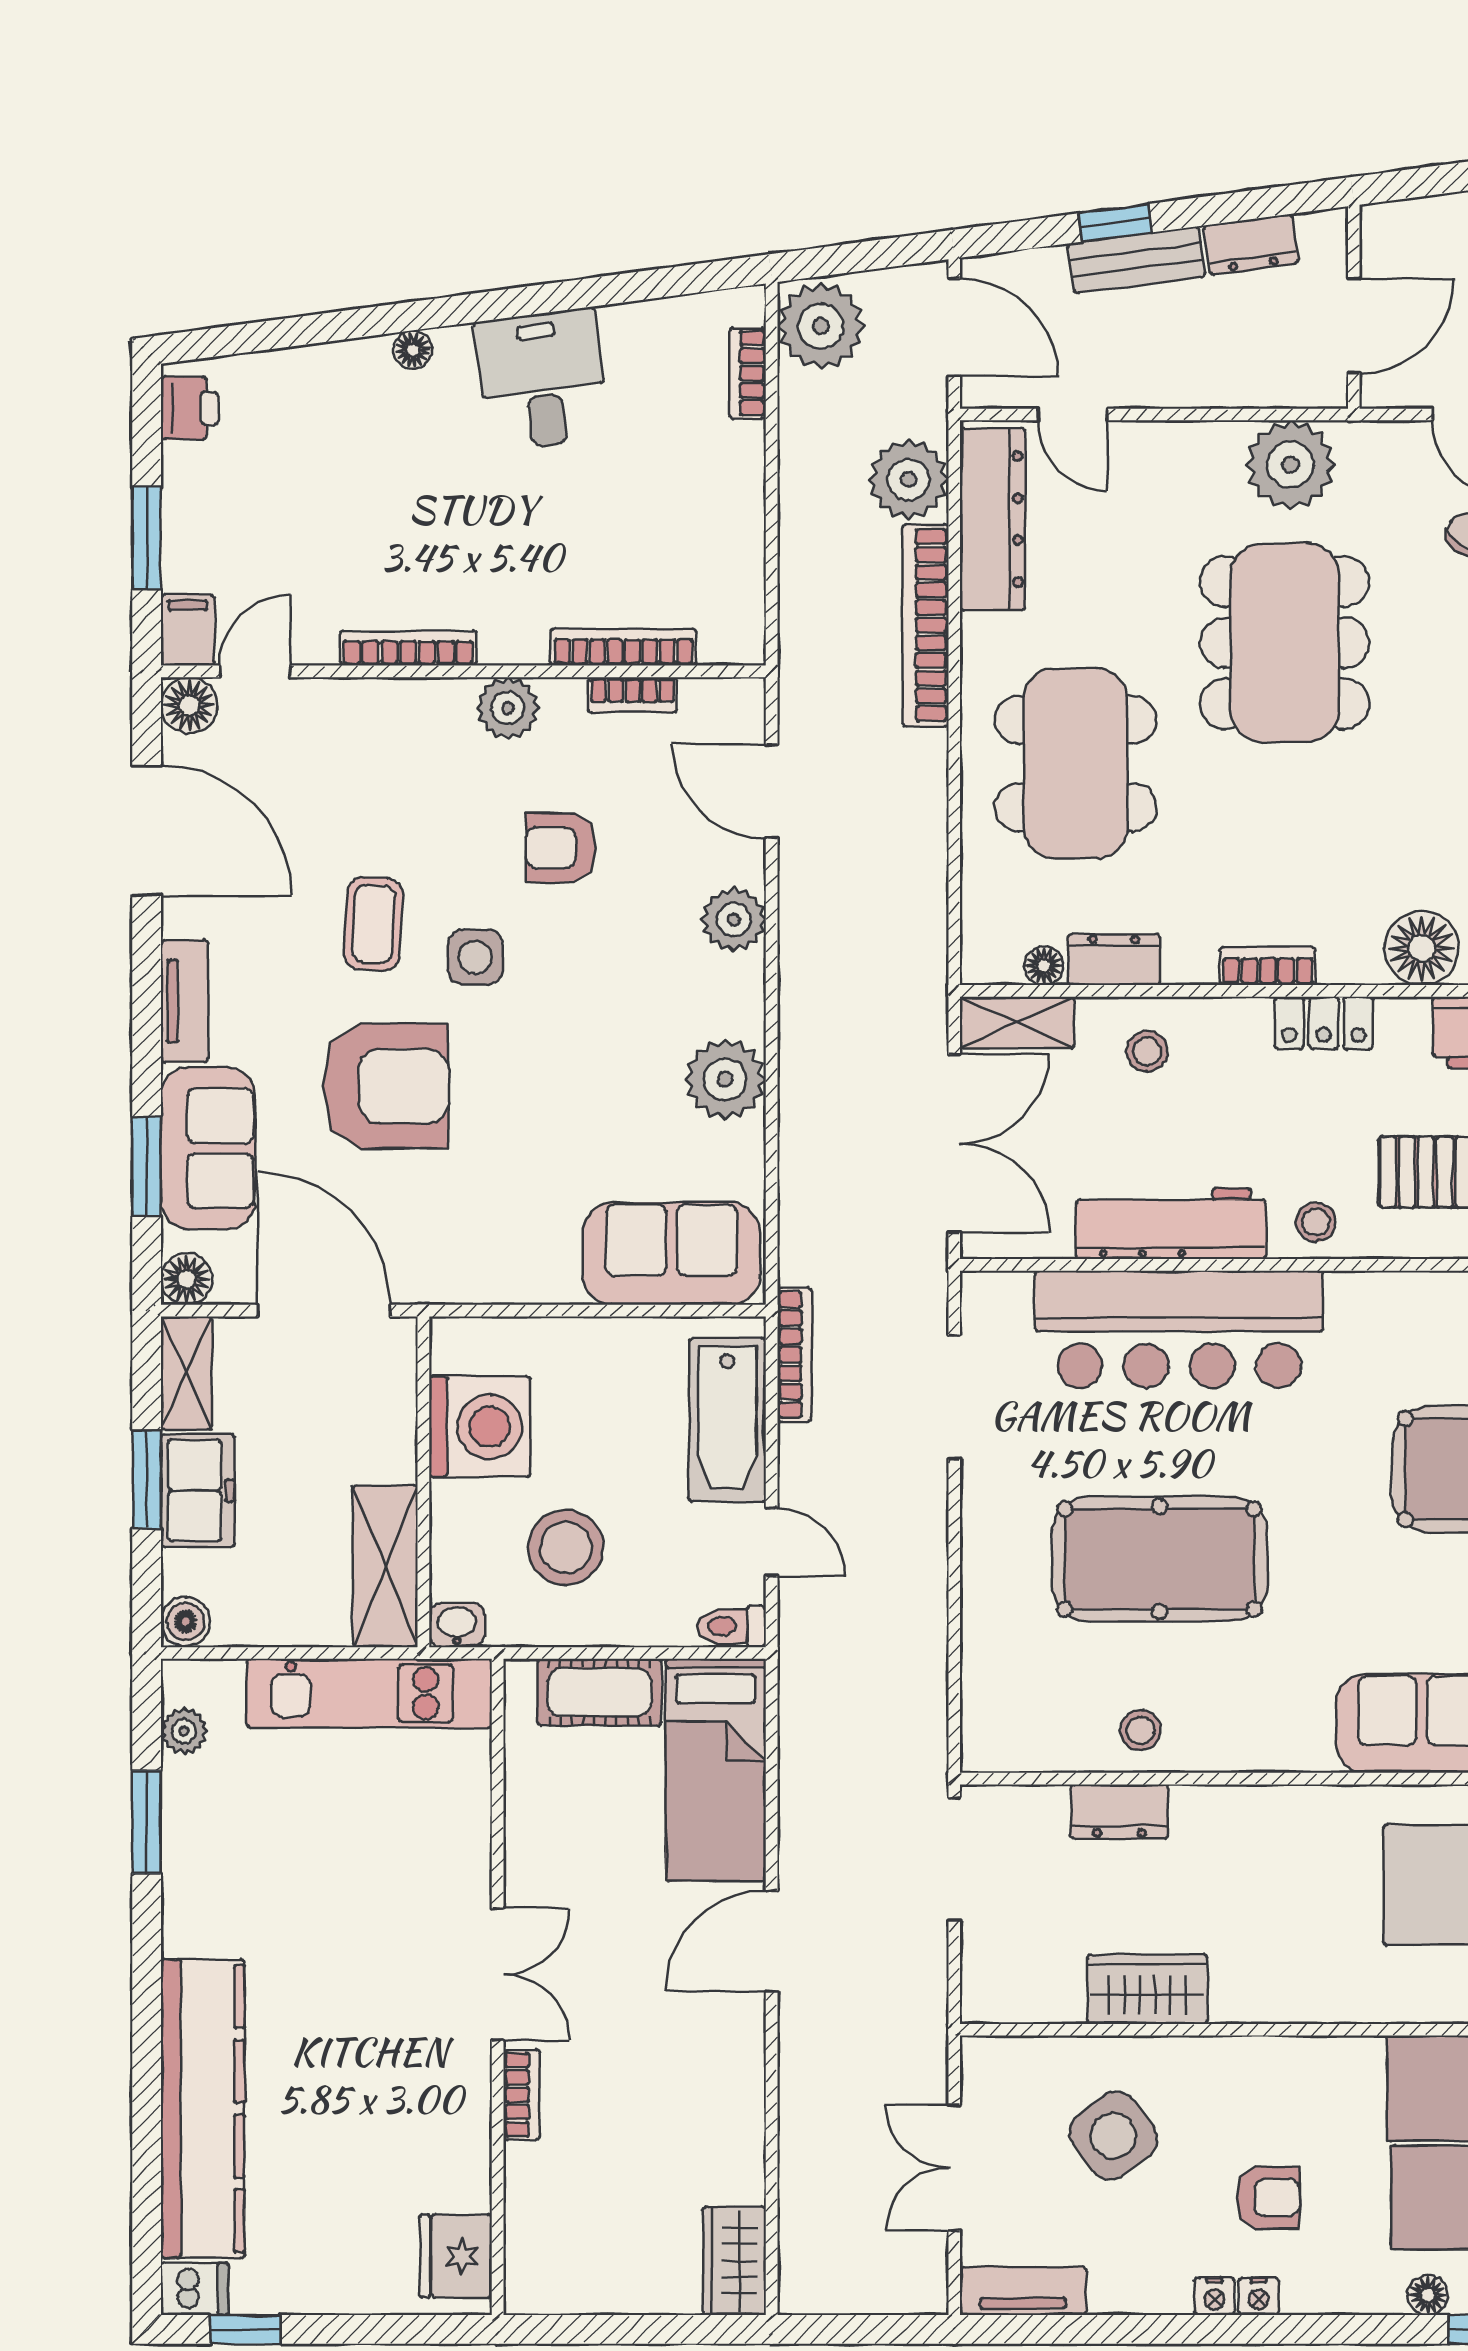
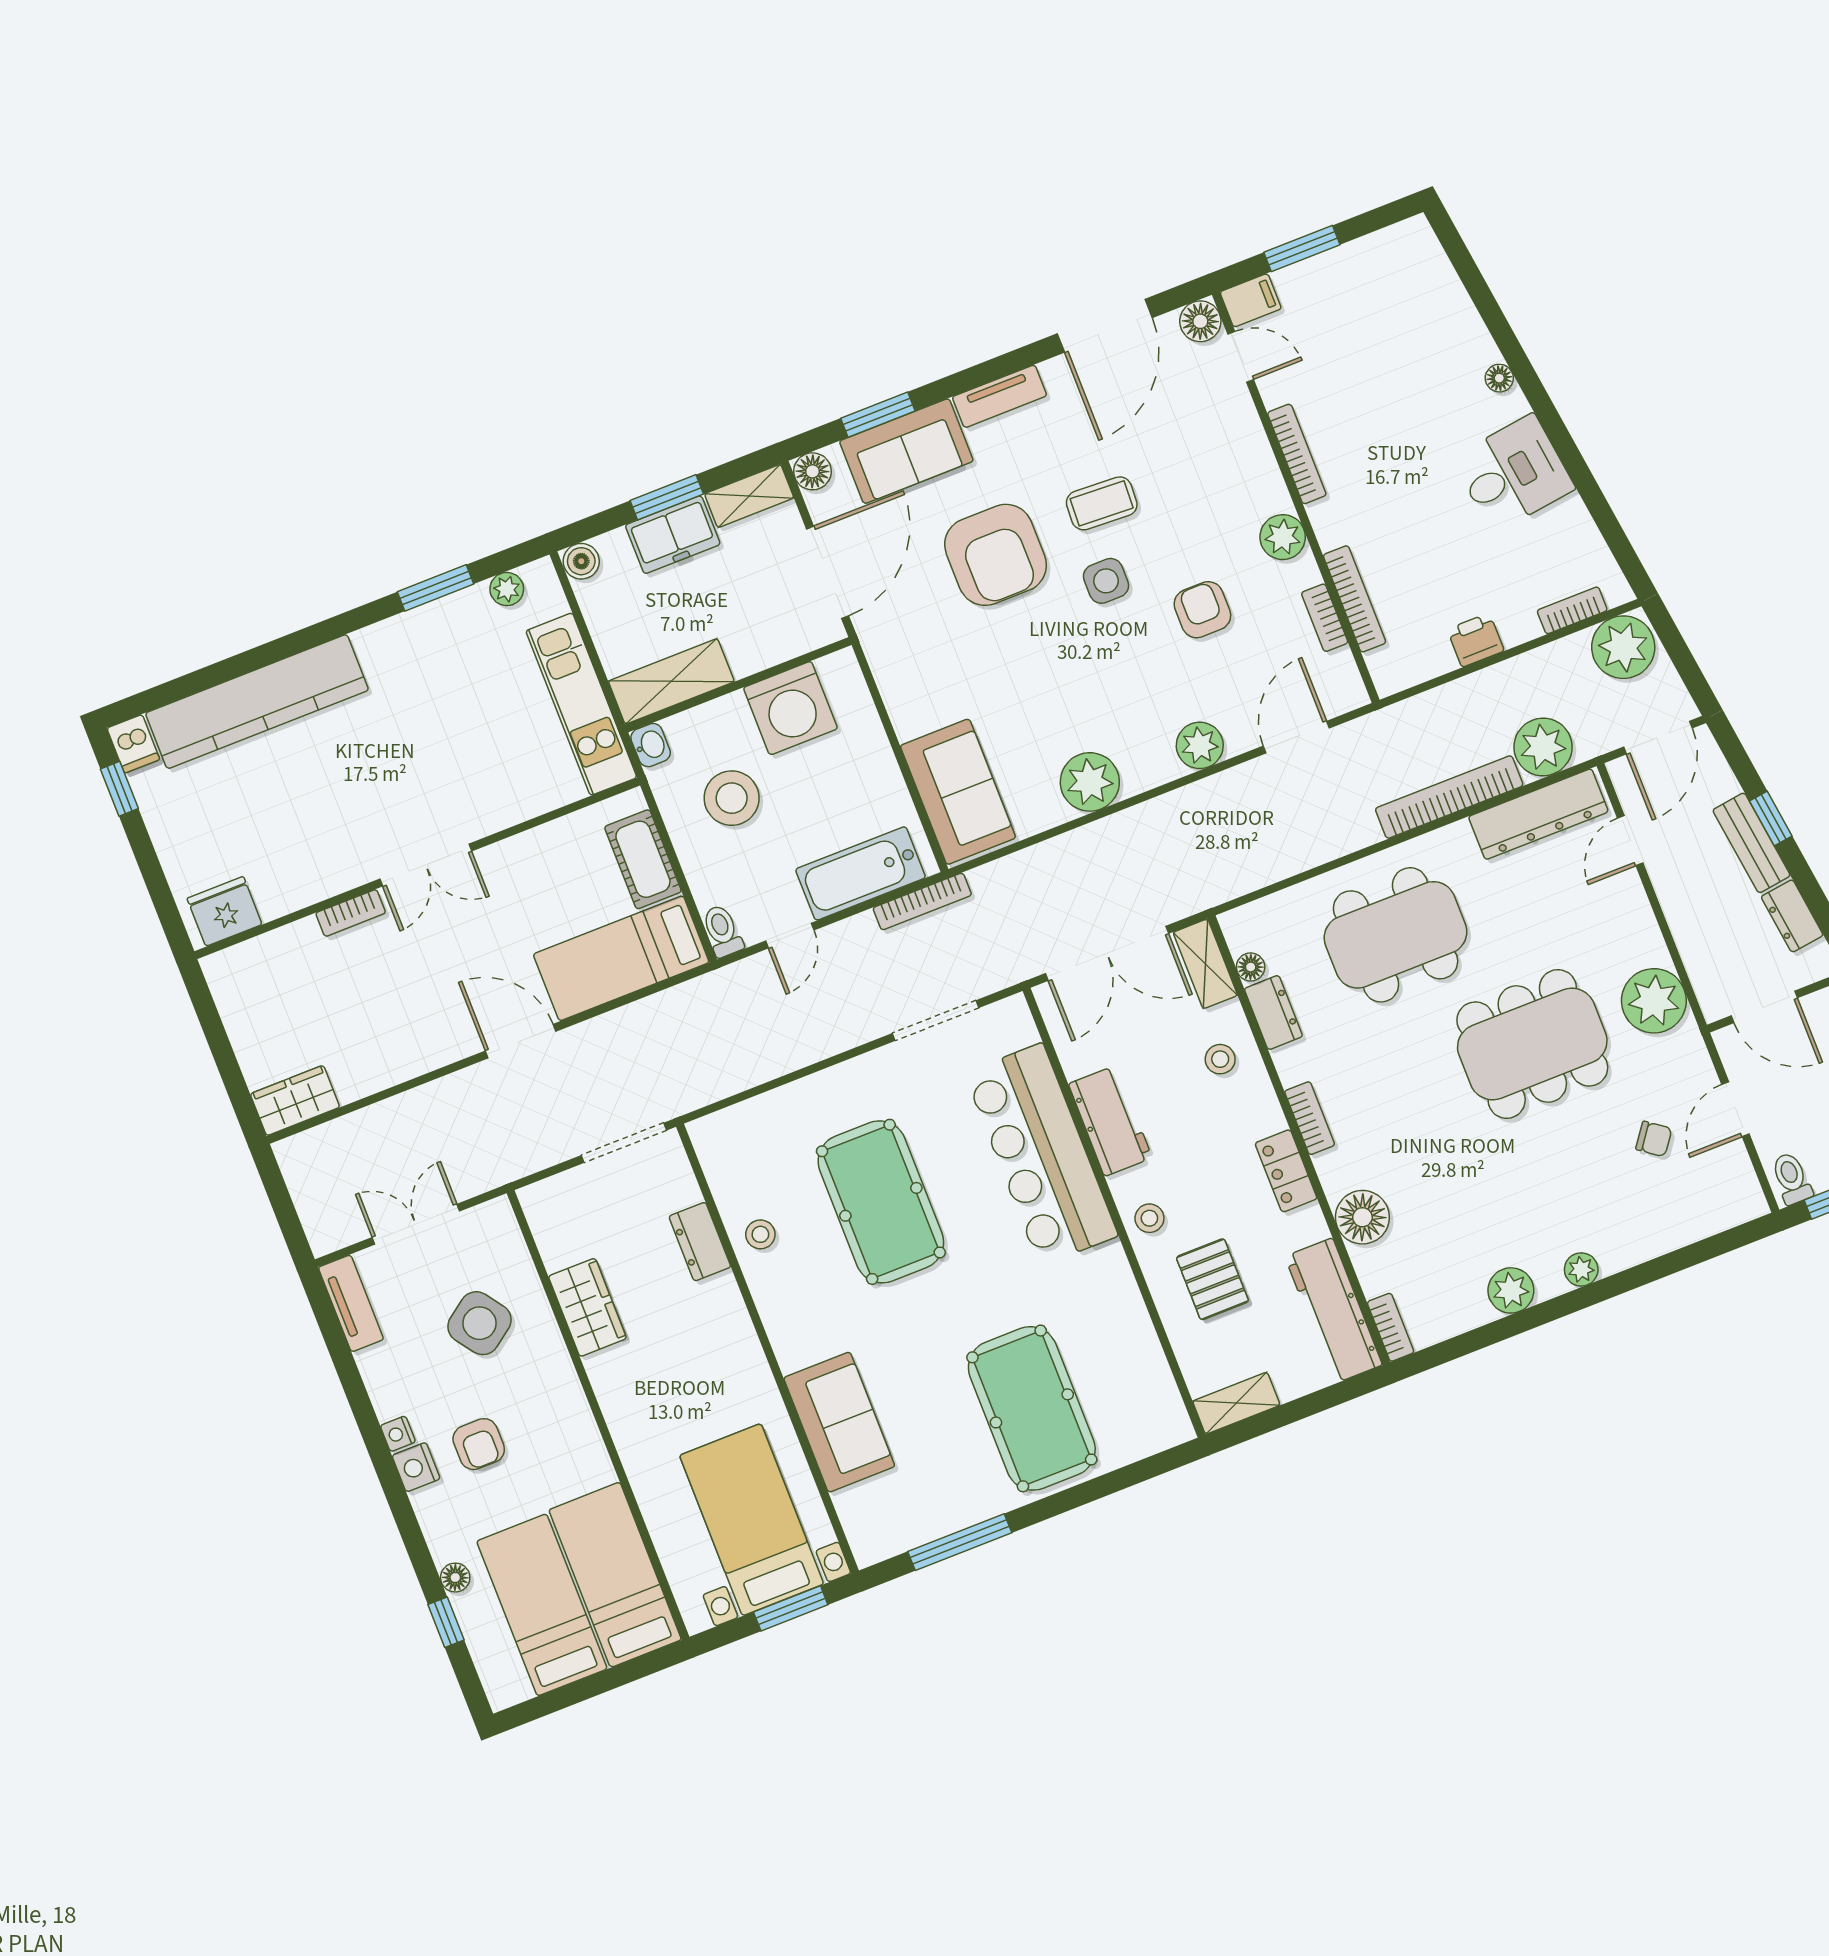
printer: (190, 408) -> (1476, 640), moved, turned 180
workbench: (1171, 1224) -> (1110, 1121), width x0.73
nightstand: (1259, 2296) -> (416, 1467), width x1.39, depth x1.35

